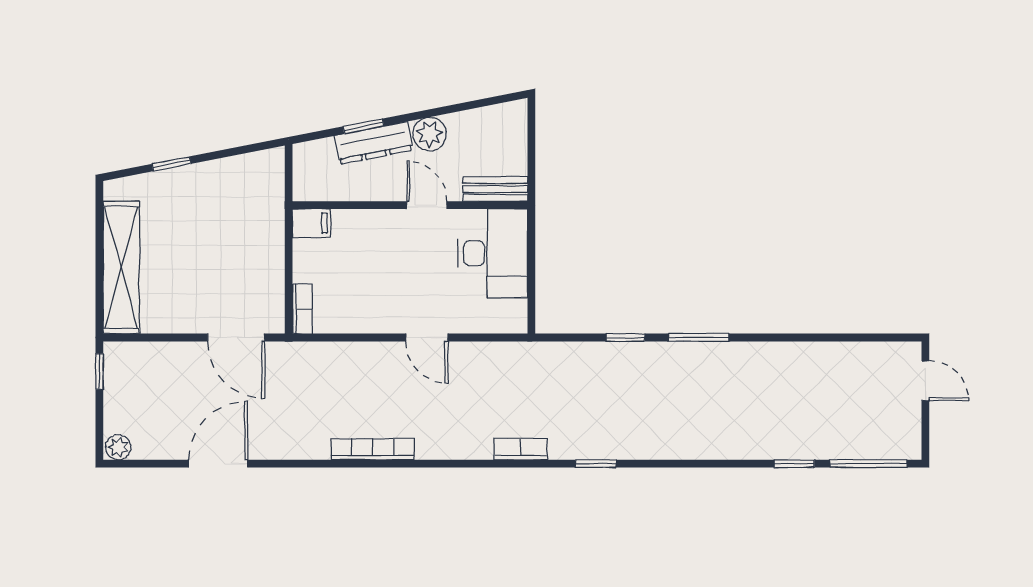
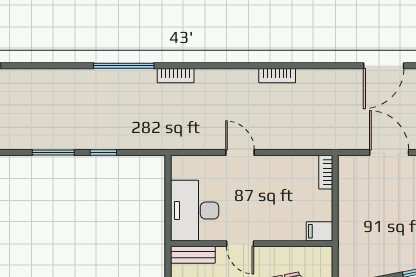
door: (236, 338) -> (389, 153), moved
bookcase: (373, 449) -> (277, 76), width x0.64
window: (596, 464) -> (124, 66), width x2.17

